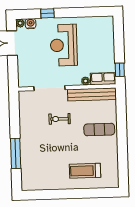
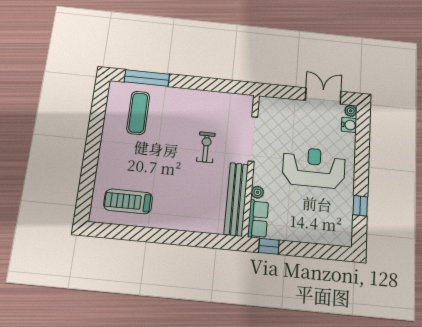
window: (47, 13) -> (360, 206), moved
exercise mat: (99, 129) -> (138, 113), moved
window: (16, 153) -> (147, 78), moved
treadmill: (85, 171) -> (128, 201), moved, turned -90

